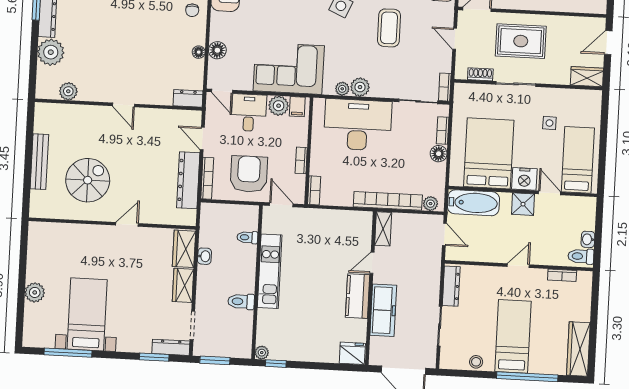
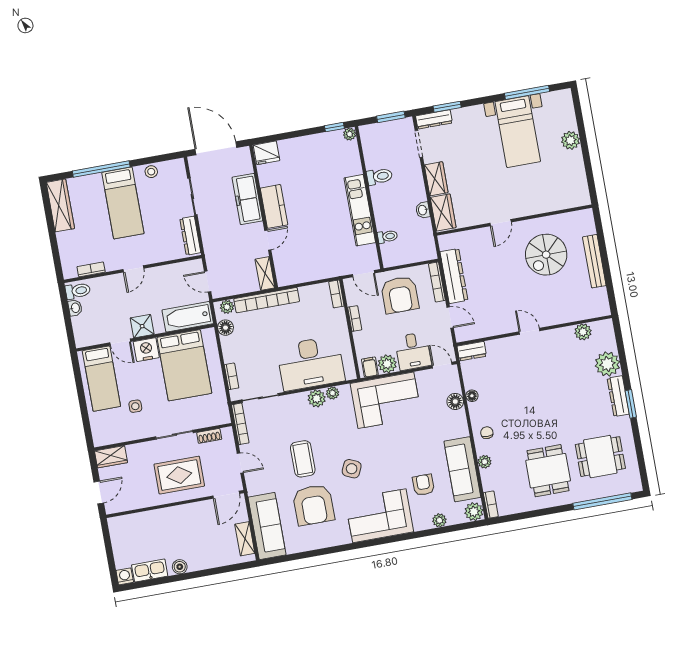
bookcase: (445, 87) -> (240, 424), width x1.56
floor lamp: (439, 154) -> (226, 328), moved

